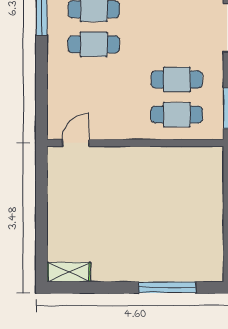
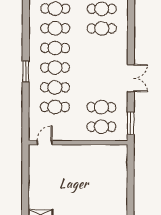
cafe table: (94, 79) -> (55, 107), added

